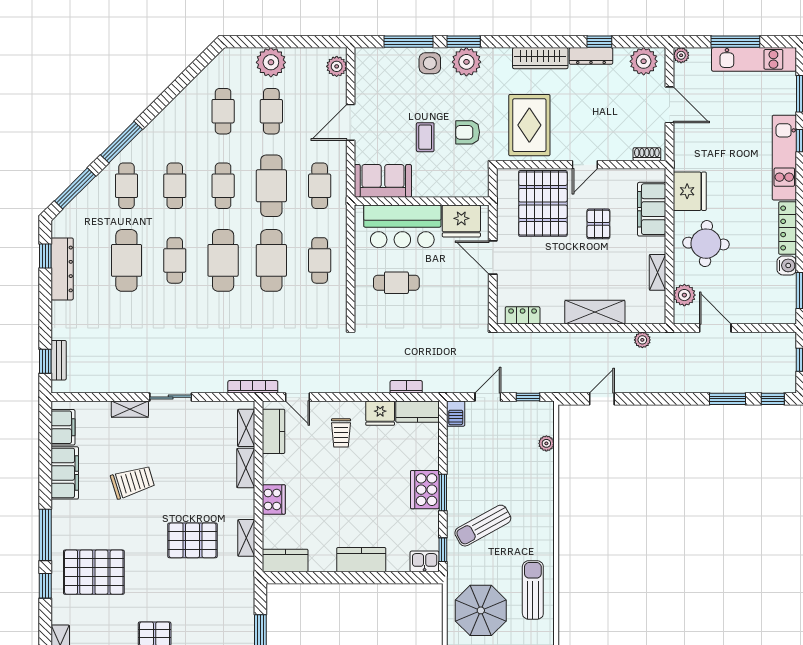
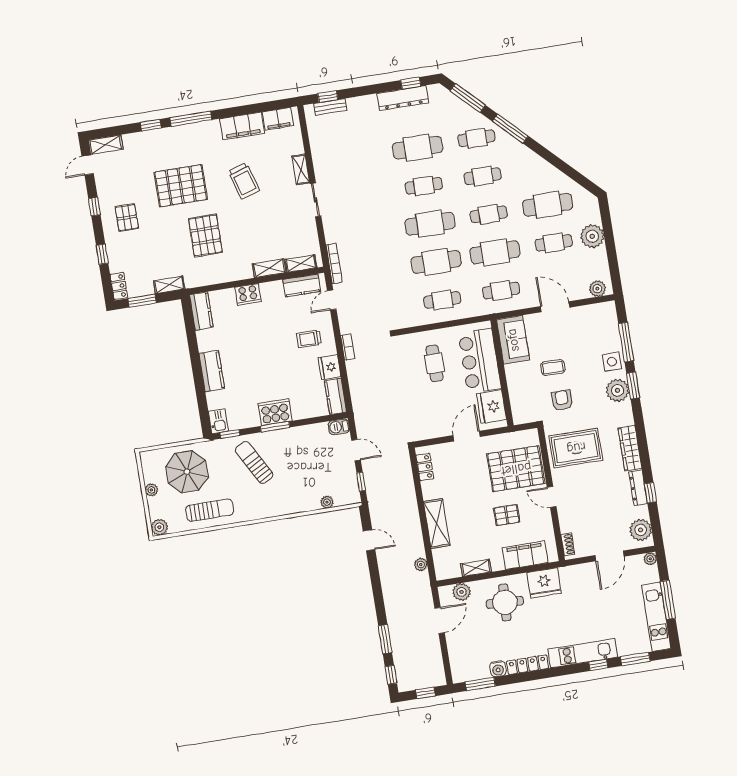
cafe table: (223, 111) -> (548, 205), width x1.37, depth x1.35
bookcase: (406, 387) -> (348, 347), moved
shelving: (246, 538) -> (169, 285), moved
pallet: (94, 572) -> (181, 186), moved, turned 90

